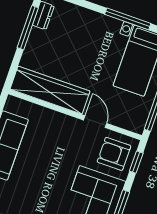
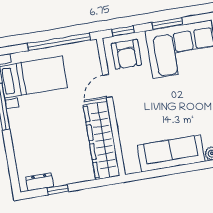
window: (28, 28) -> (58, 190), width x0.46

